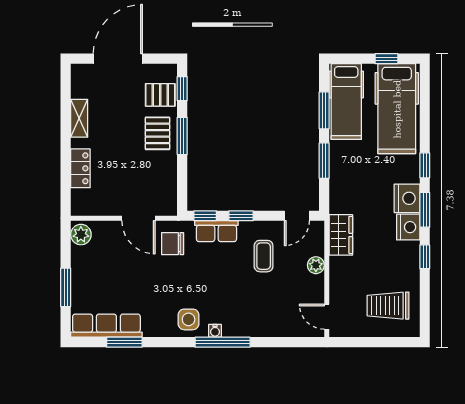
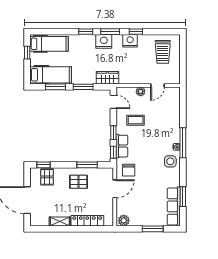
hospital bed: (397, 109) -> (49, 44), width x0.73, depth x0.78
pallet: (157, 133) -> (78, 182), moved
window: (182, 136) -> (87, 165), moved
locker: (80, 168) -> (87, 221), width x1.53
nightstand: (408, 227) -> (130, 41), moved
wardrobe: (341, 235) -> (108, 78), moved
door: (327, 317) -> (158, 85), moved

